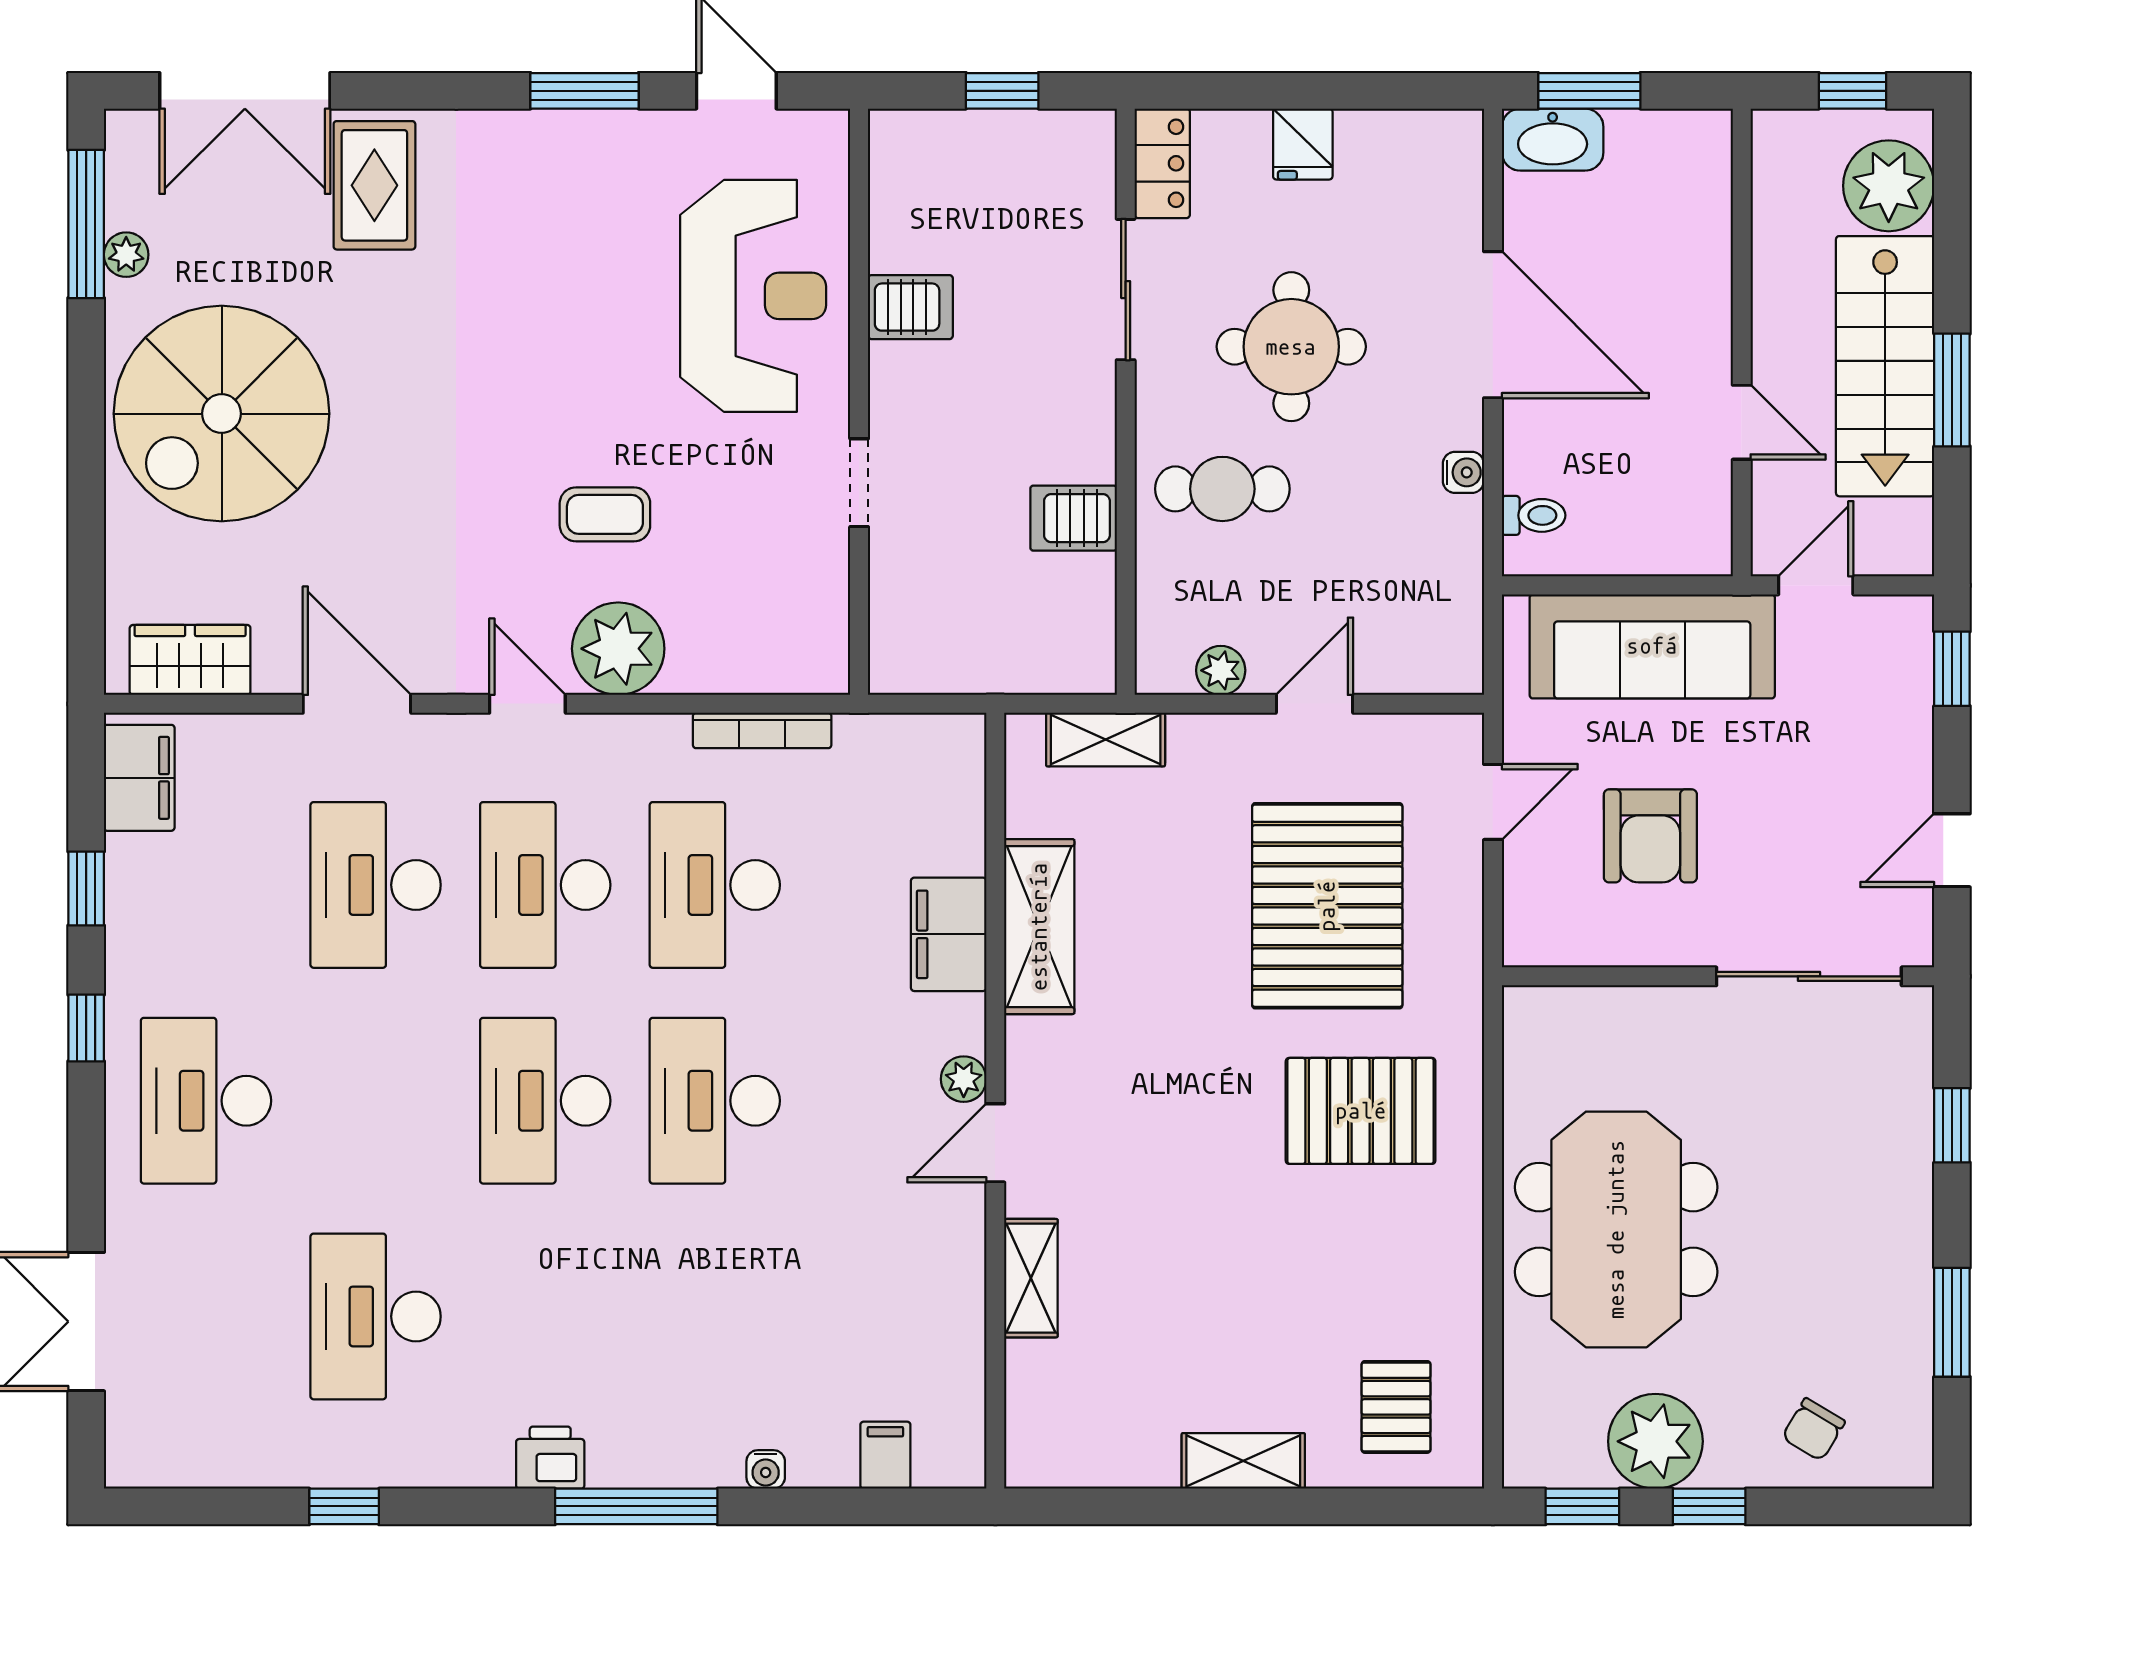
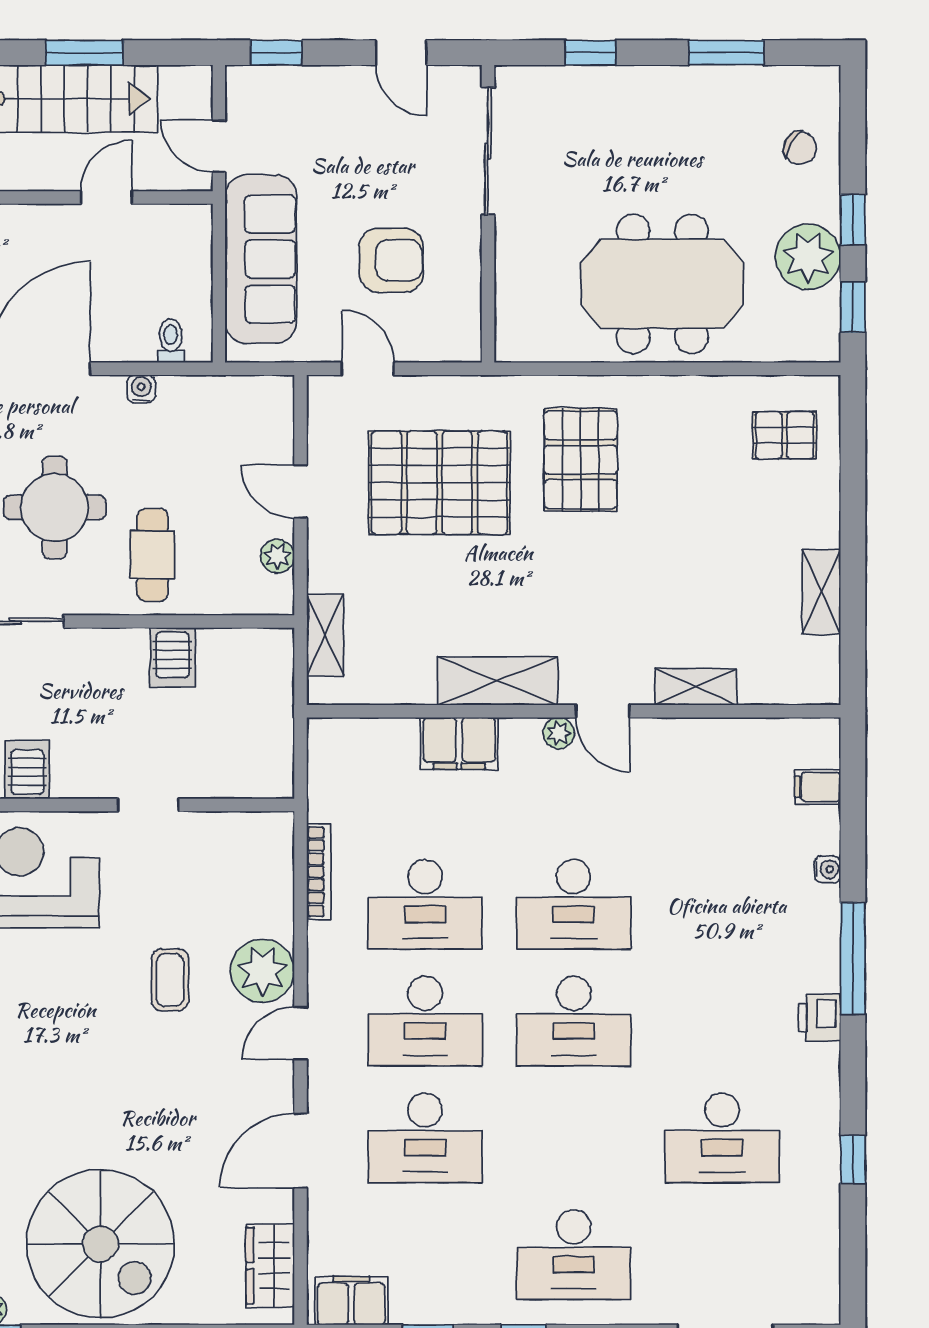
shelving: (1039, 927) -> (498, 681), moved
shelving: (1243, 1461) -> (822, 592), moved

